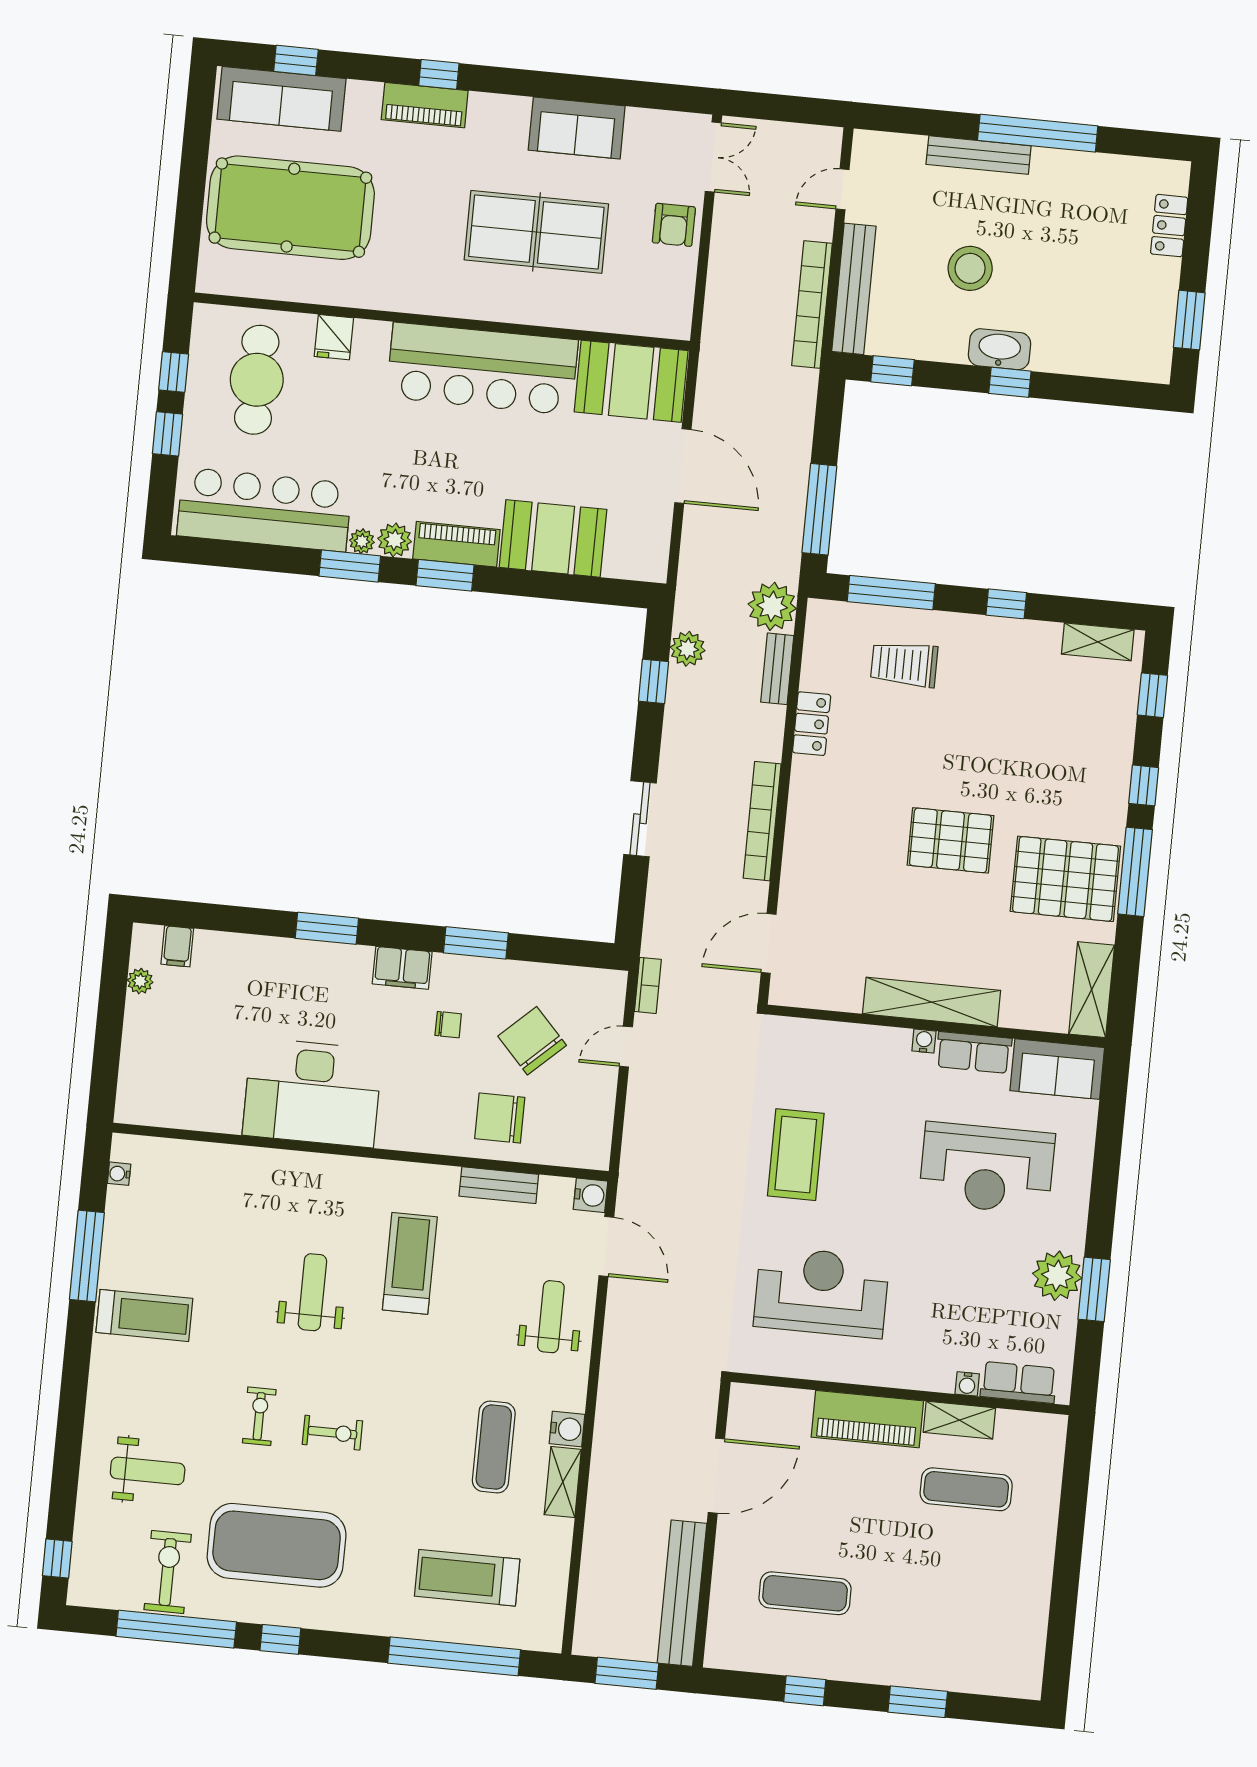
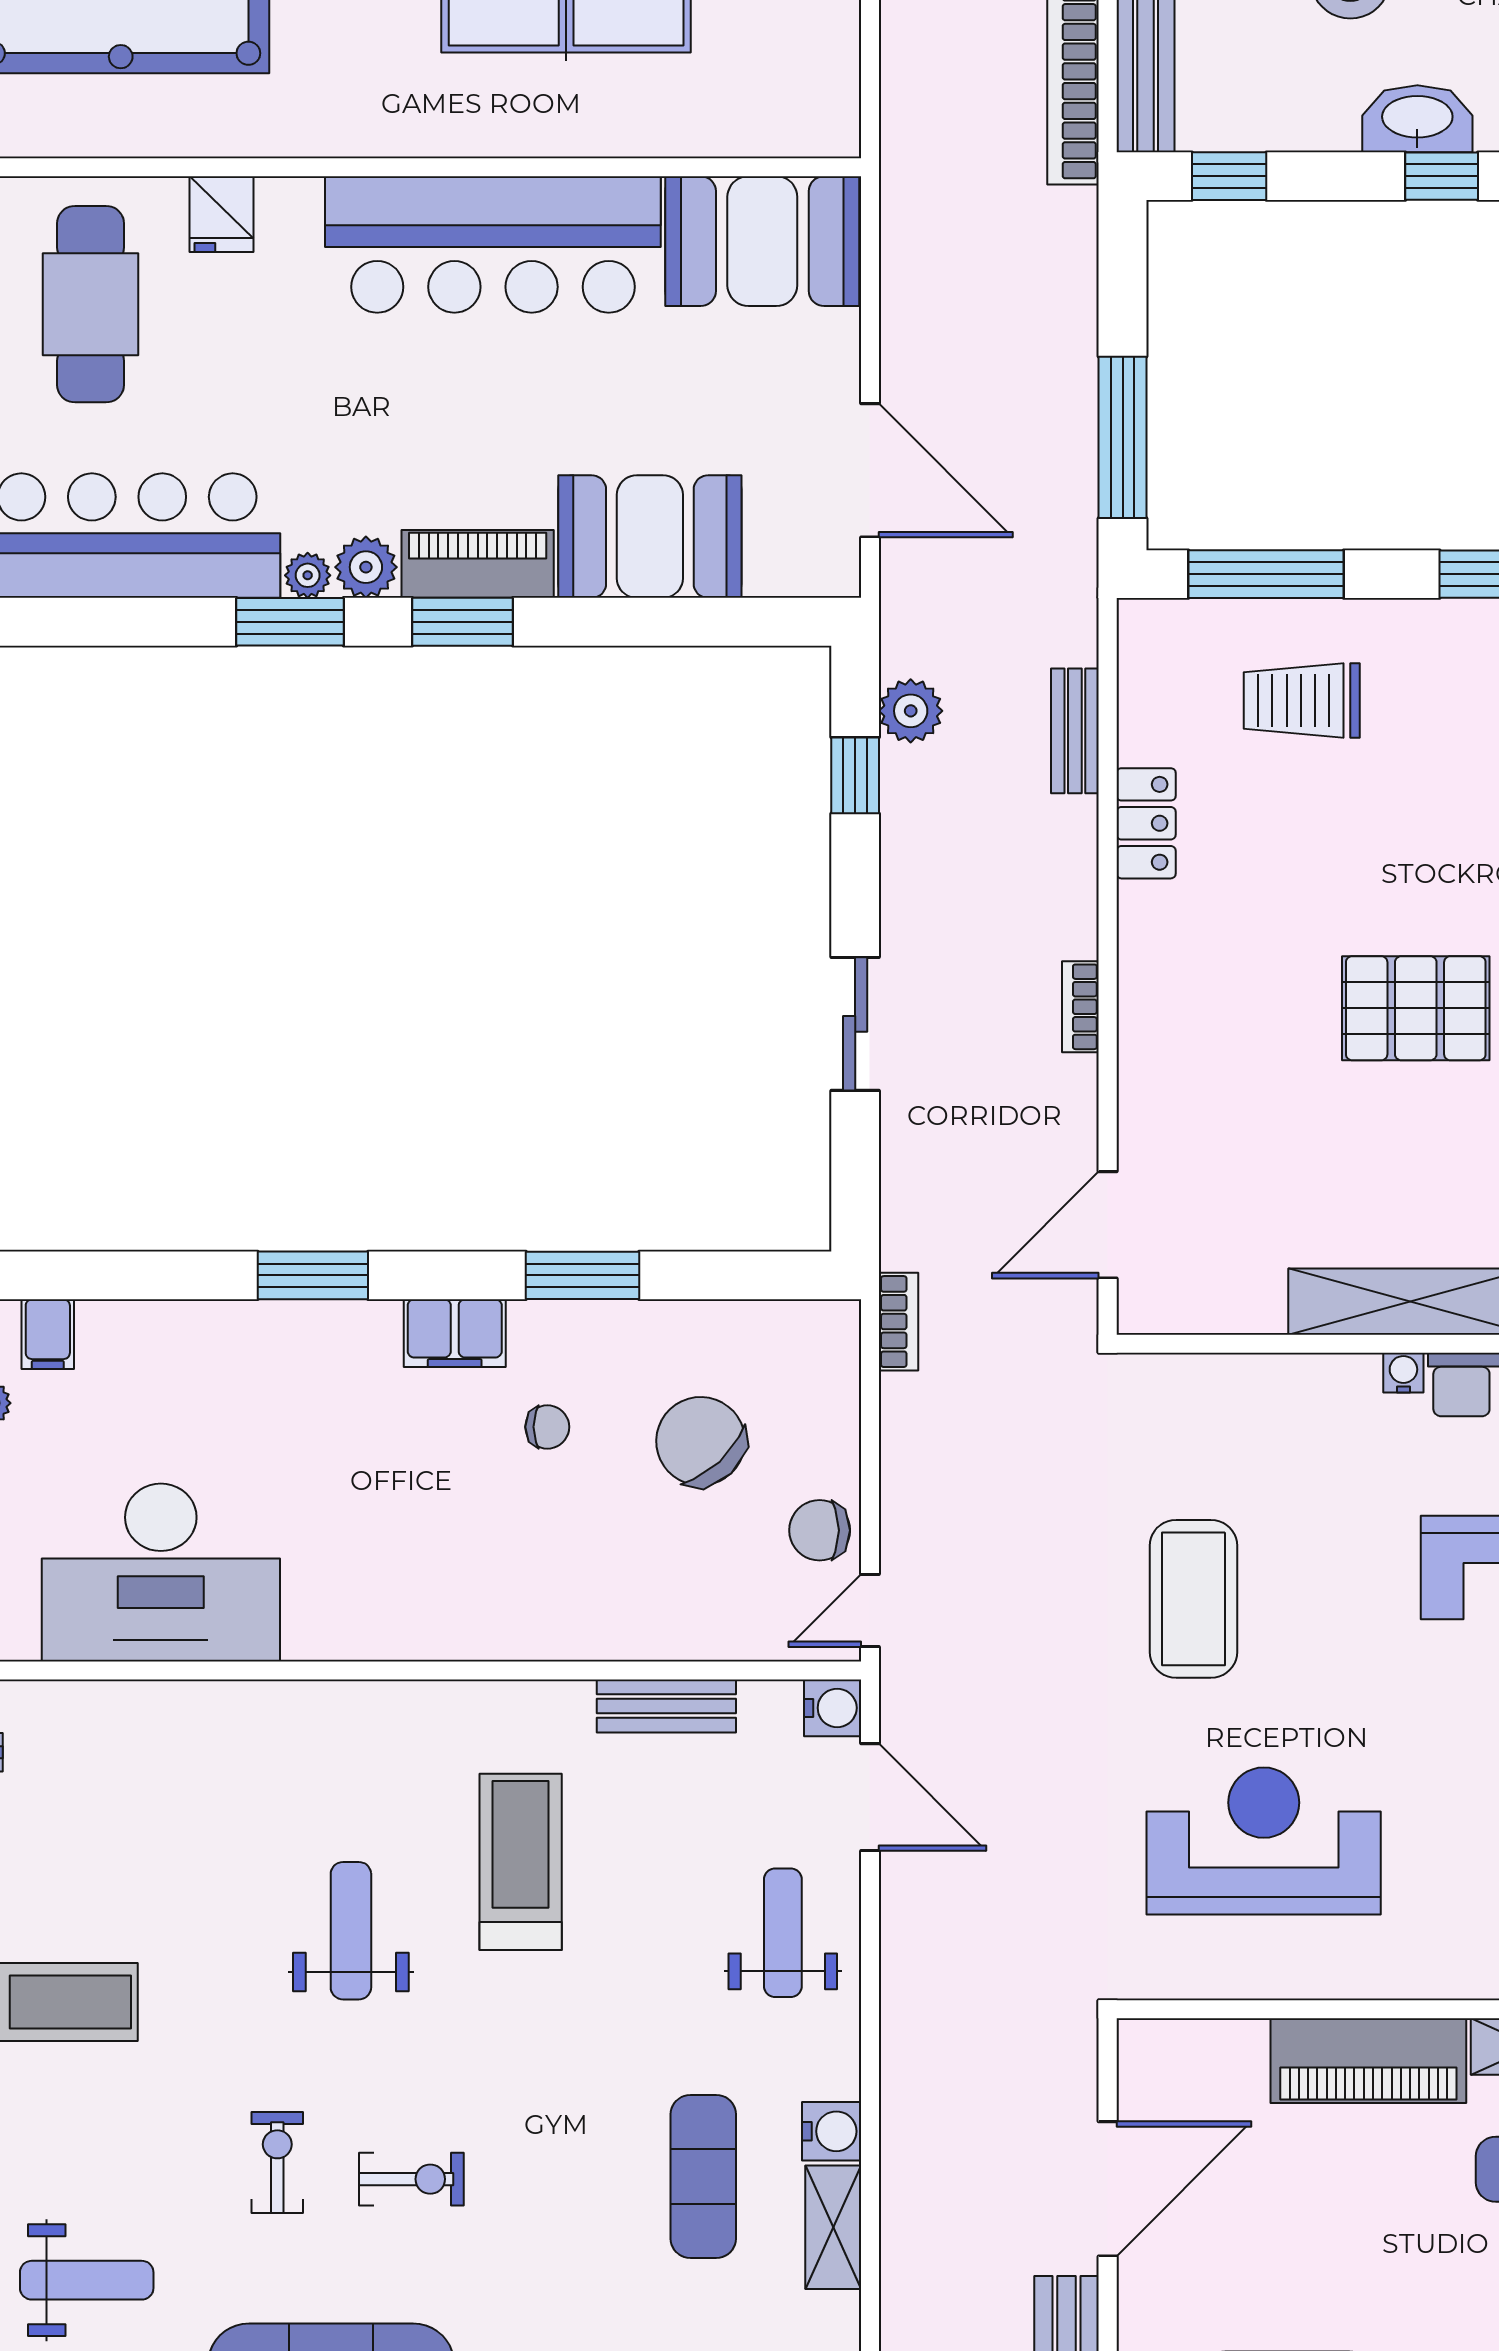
door: (683, 466) -> (870, 470), moved
plant: (772, 606) -> (1055, 620), removed
bookcase: (762, 821) -> (1080, 1007), width x0.43, depth x0.76
door: (626, 1047) -> (870, 1611), moved
desk: (312, 1092) -> (161, 1573), moved
chair: (500, 1118) -> (820, 1530), moved, width x0.73, depth x0.73

